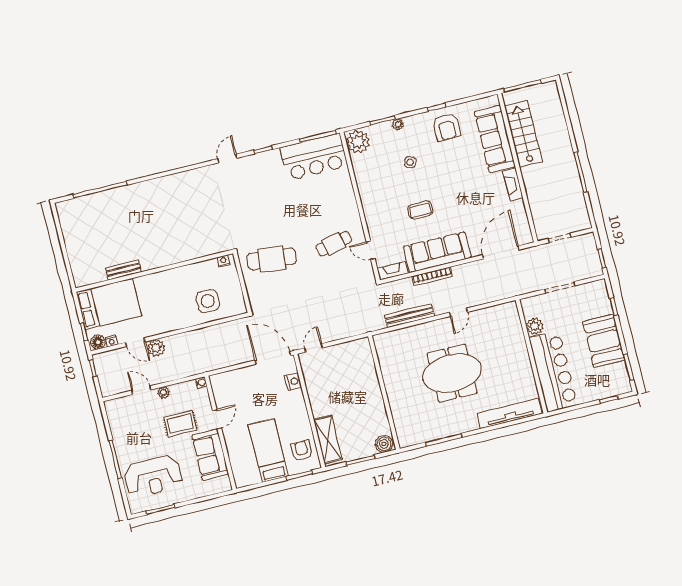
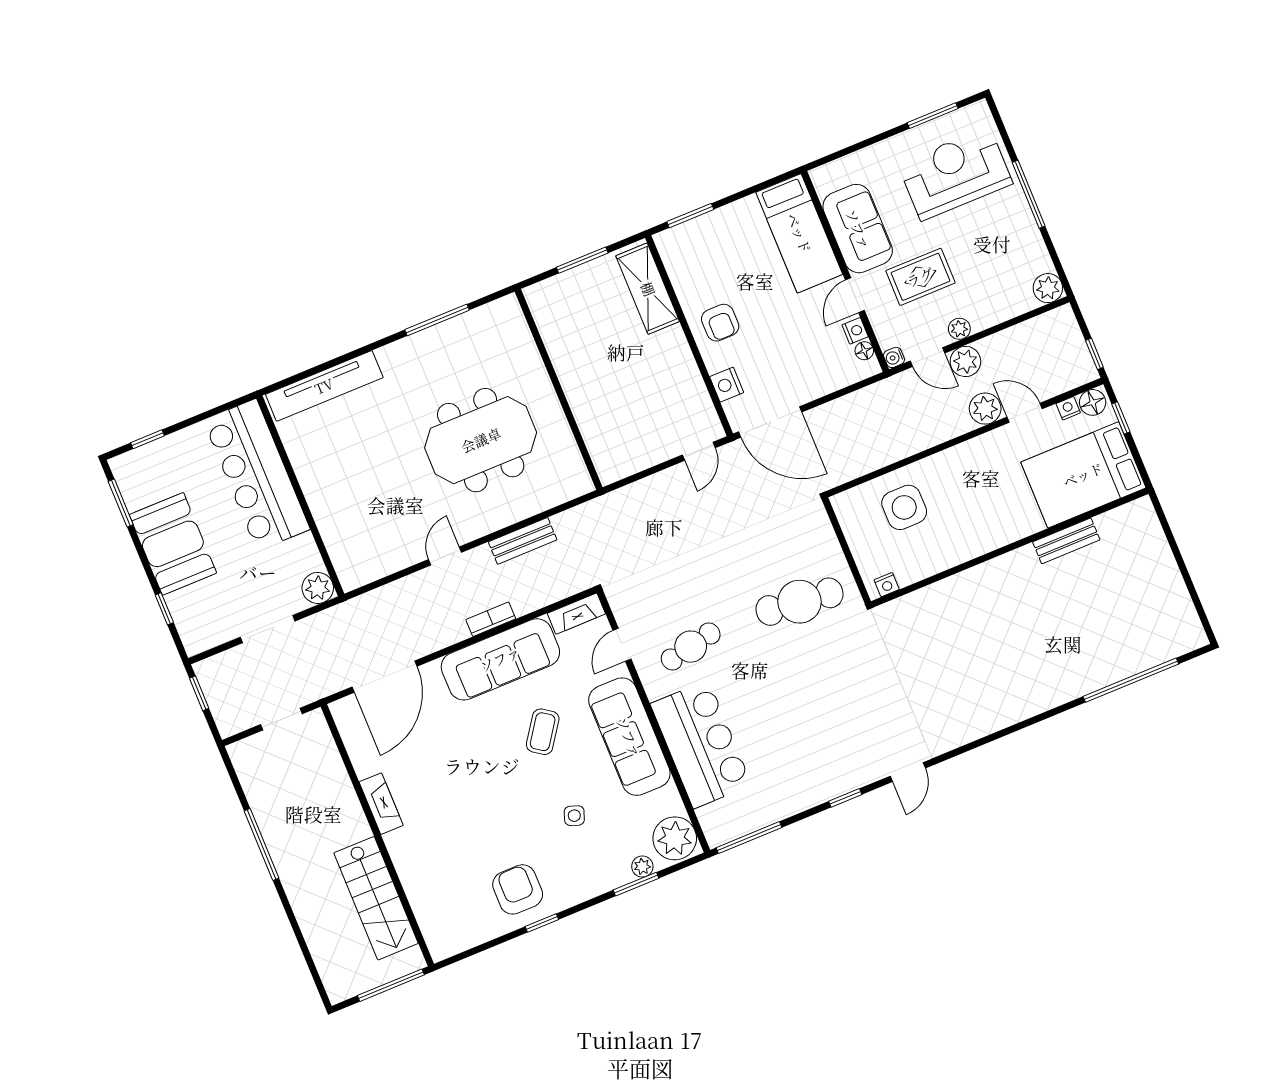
plant: (398, 124) -> (642, 867), moved
sofa: (495, 139) -> (629, 737), moved, turned 180
bar counter: (314, 157) -> (701, 744), moved, turned 90
coffee table: (420, 210) -> (543, 732), turned -55
door: (371, 250) -> (622, 645), swing flipped
bookcase: (432, 276) -> (491, 619), width x0.64
bench: (409, 316) -> (523, 541), width x0.73
plant: (535, 326) -> (318, 588), moved
meeting table: (452, 373) -> (481, 440), moved
plant: (163, 375) -> (965, 361), added
floor lamp: (216, 389) -> (864, 351), added
door: (141, 390) -> (928, 357), moved
nightstand: (220, 400) -> (855, 331), added
plant: (113, 407) -> (1048, 288), added
boiler: (384, 444) -> (544, 296), removed
bed: (268, 450) -> (799, 233), moved
armchair: (302, 451) -> (720, 323), moved

